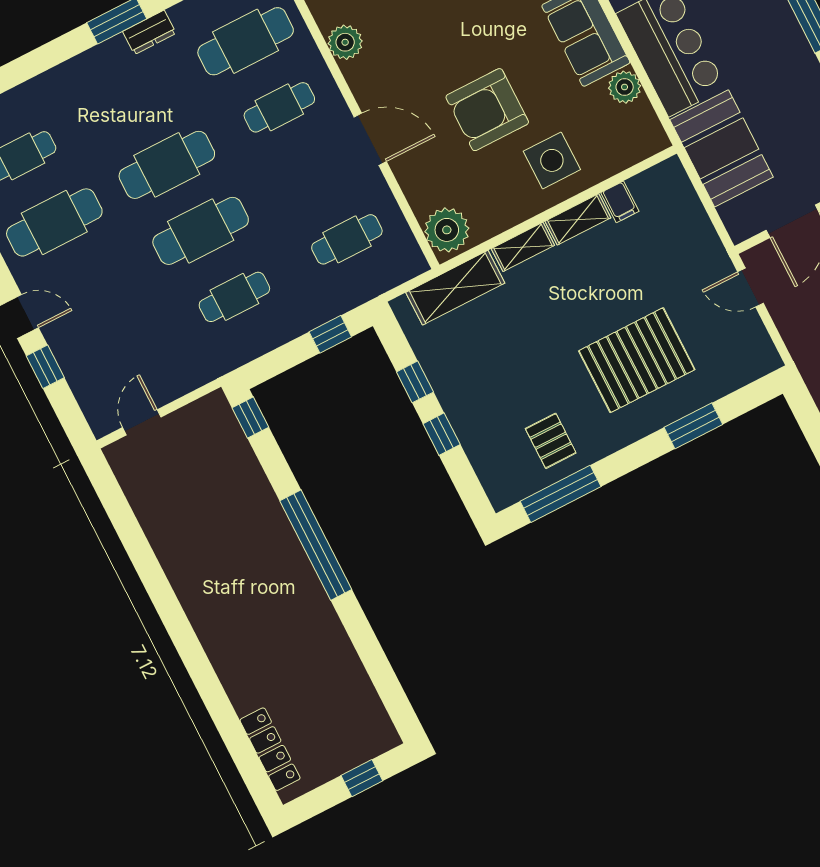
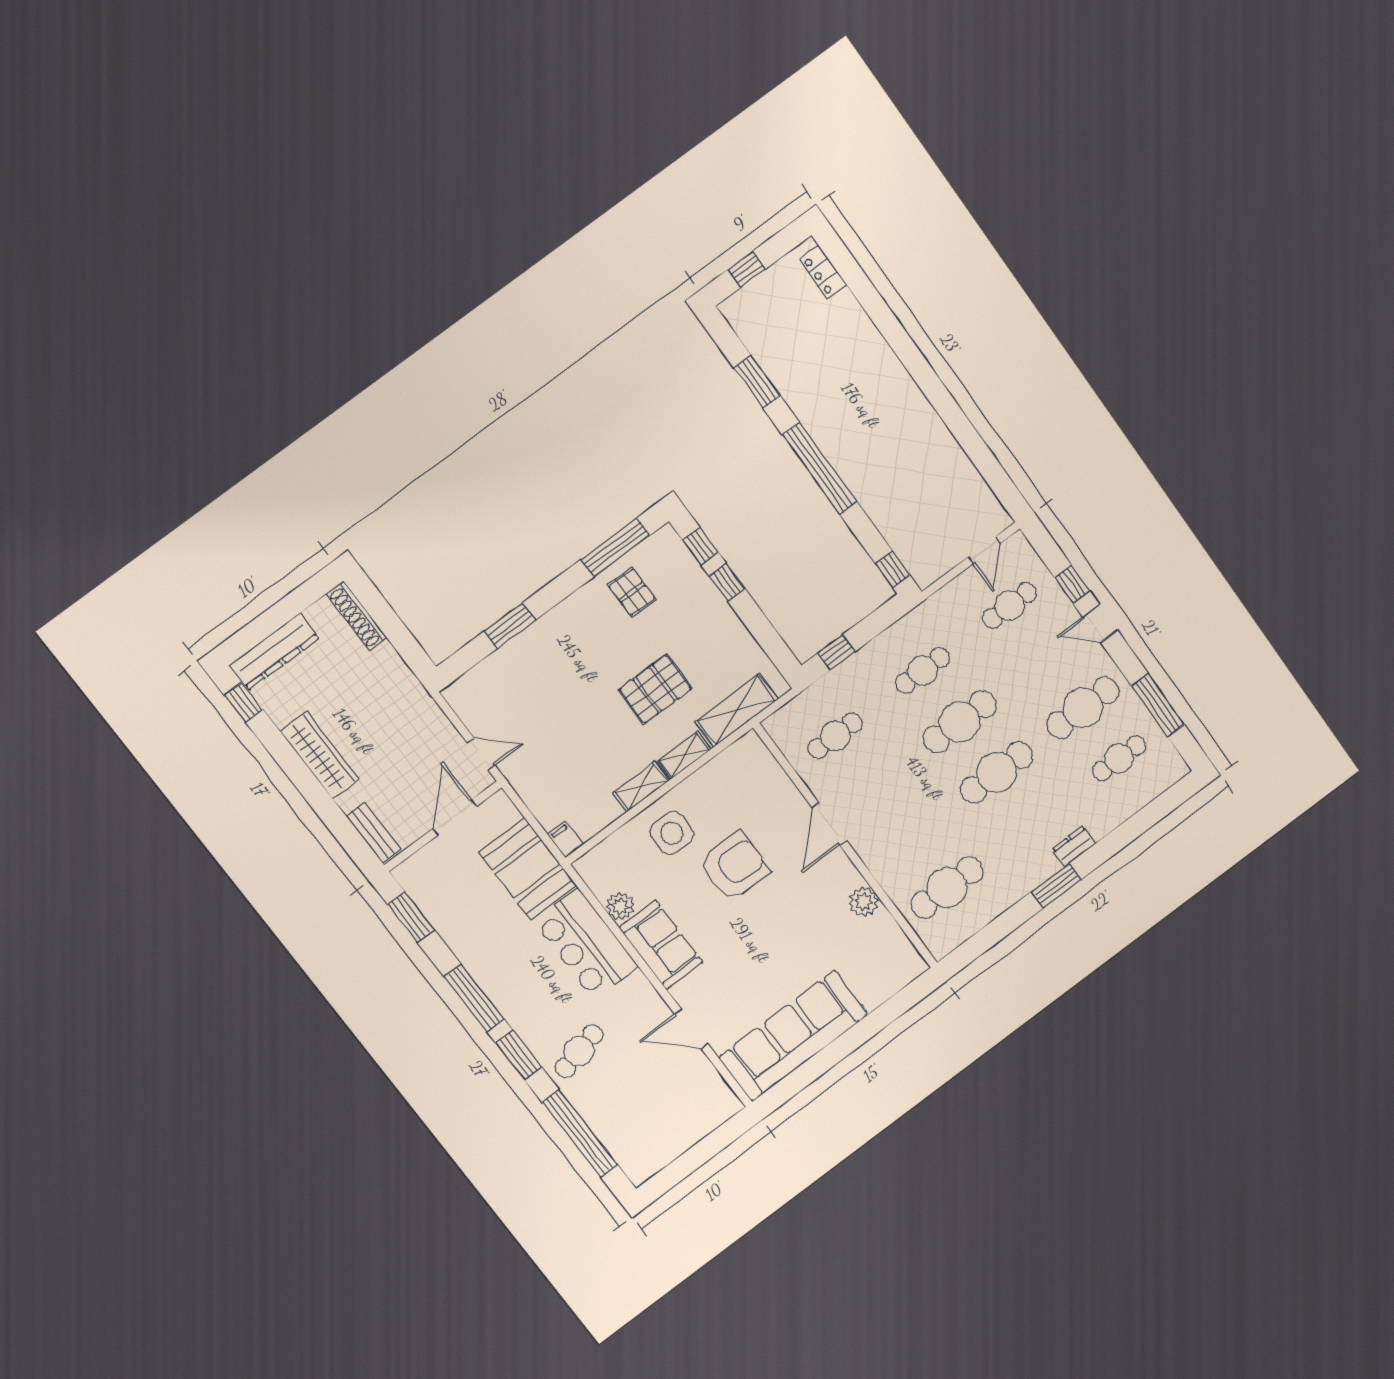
dresser: (149, 32) -> (1074, 846), moved
cafe table: (279, 107) -> (1010, 606), moved
door: (370, 139) -> (829, 824), hinge flipped
filing cabinet: (620, 202) -> (565, 839), moved
plant: (447, 230) -> (752, 758), removed
pallet: (637, 360) -> (655, 689), moved, width x0.73, depth x0.71
window: (415, 382) -> (701, 546), moved
window: (371, 652) -> (757, 382), added
locker: (270, 749) -> (823, 272), width x0.66

